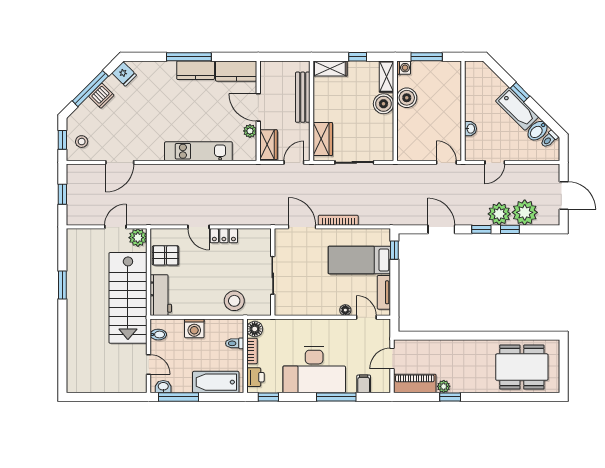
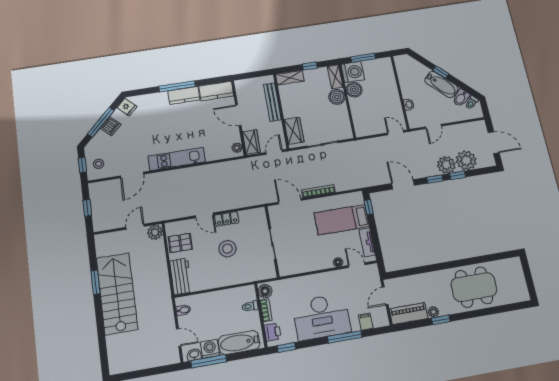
washing machine: (404, 68) -> (353, 72), width x1.89, depth x1.89
plant: (250, 131) -> (237, 148), moved
kitchen unit: (198, 151) -> (177, 159), moved
stairs: (128, 298) -> (117, 294), moved, turned 180
stool: (234, 301) -> (227, 249), moved
washing machine: (194, 328) -> (210, 349), moved, turned 180
dining table: (522, 367) -> (474, 287), moved

